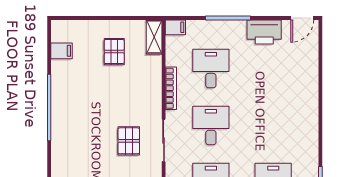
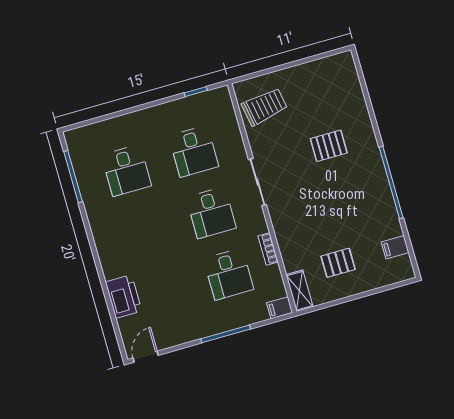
printer: (264, 32) -> (124, 297), moved, turned 90
pallet: (114, 52) -> (338, 263), turned 90
bookcase: (171, 88) -> (268, 249), width x0.64
pallet: (129, 141) -> (329, 146), moved, turned 90

